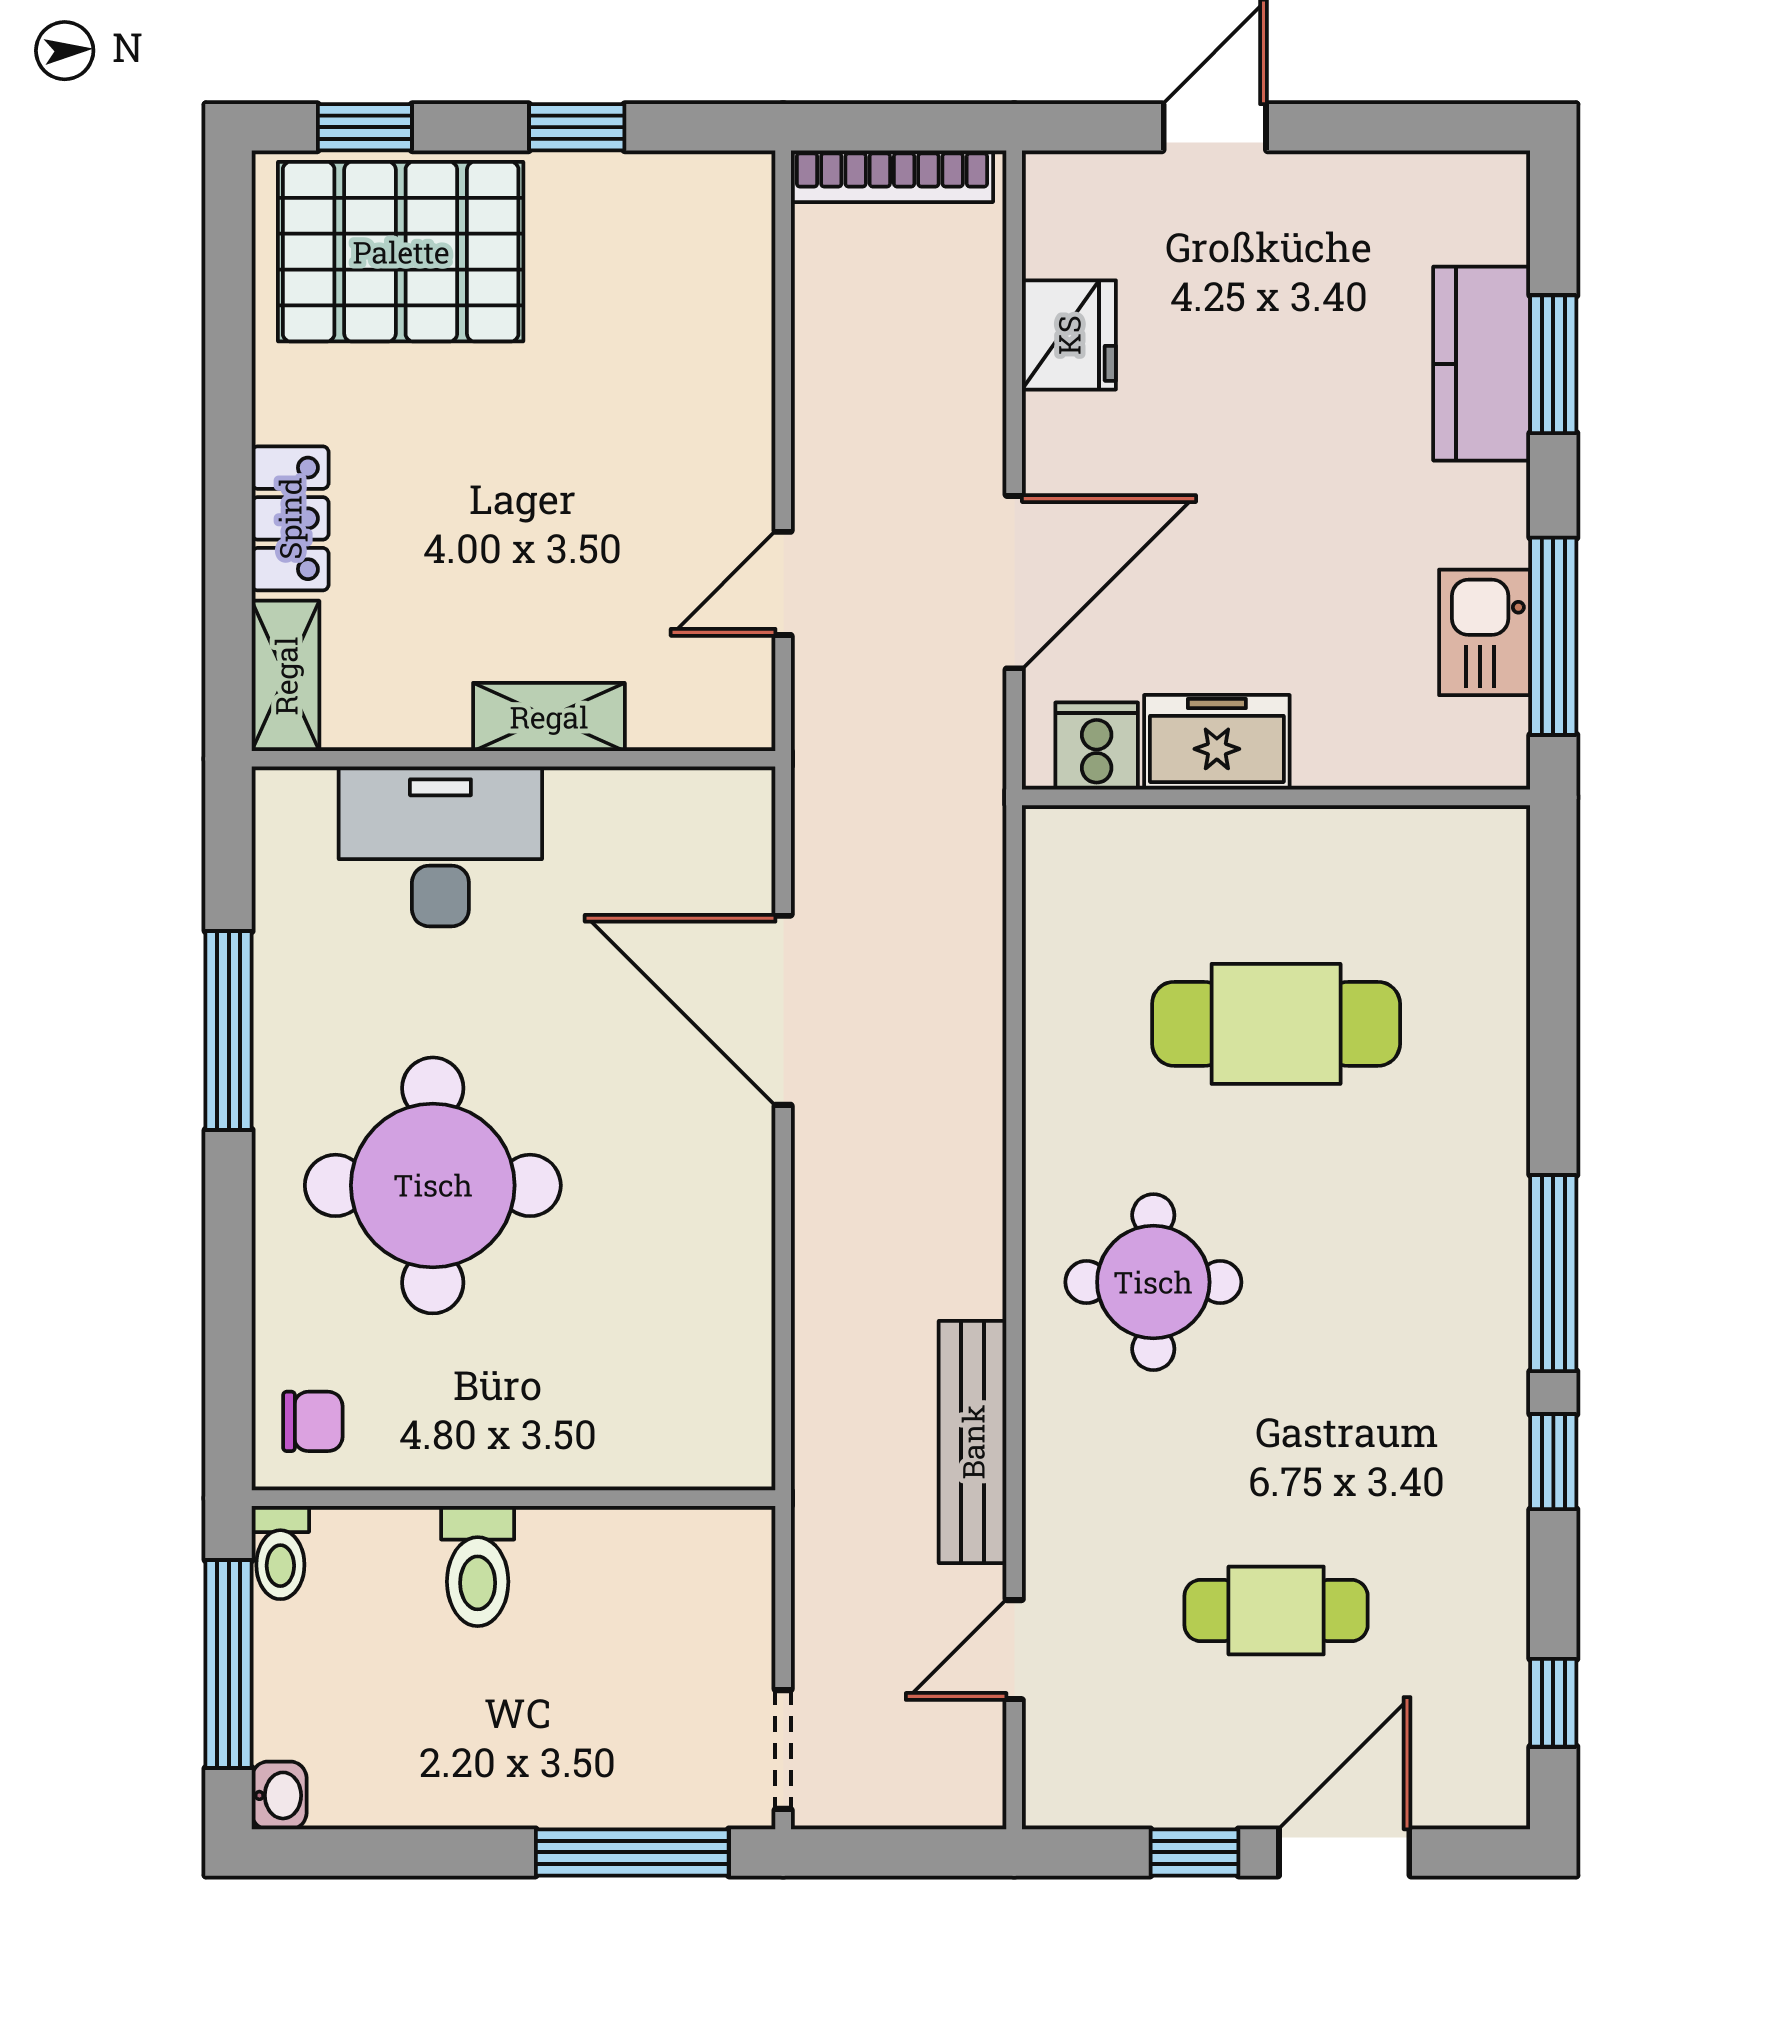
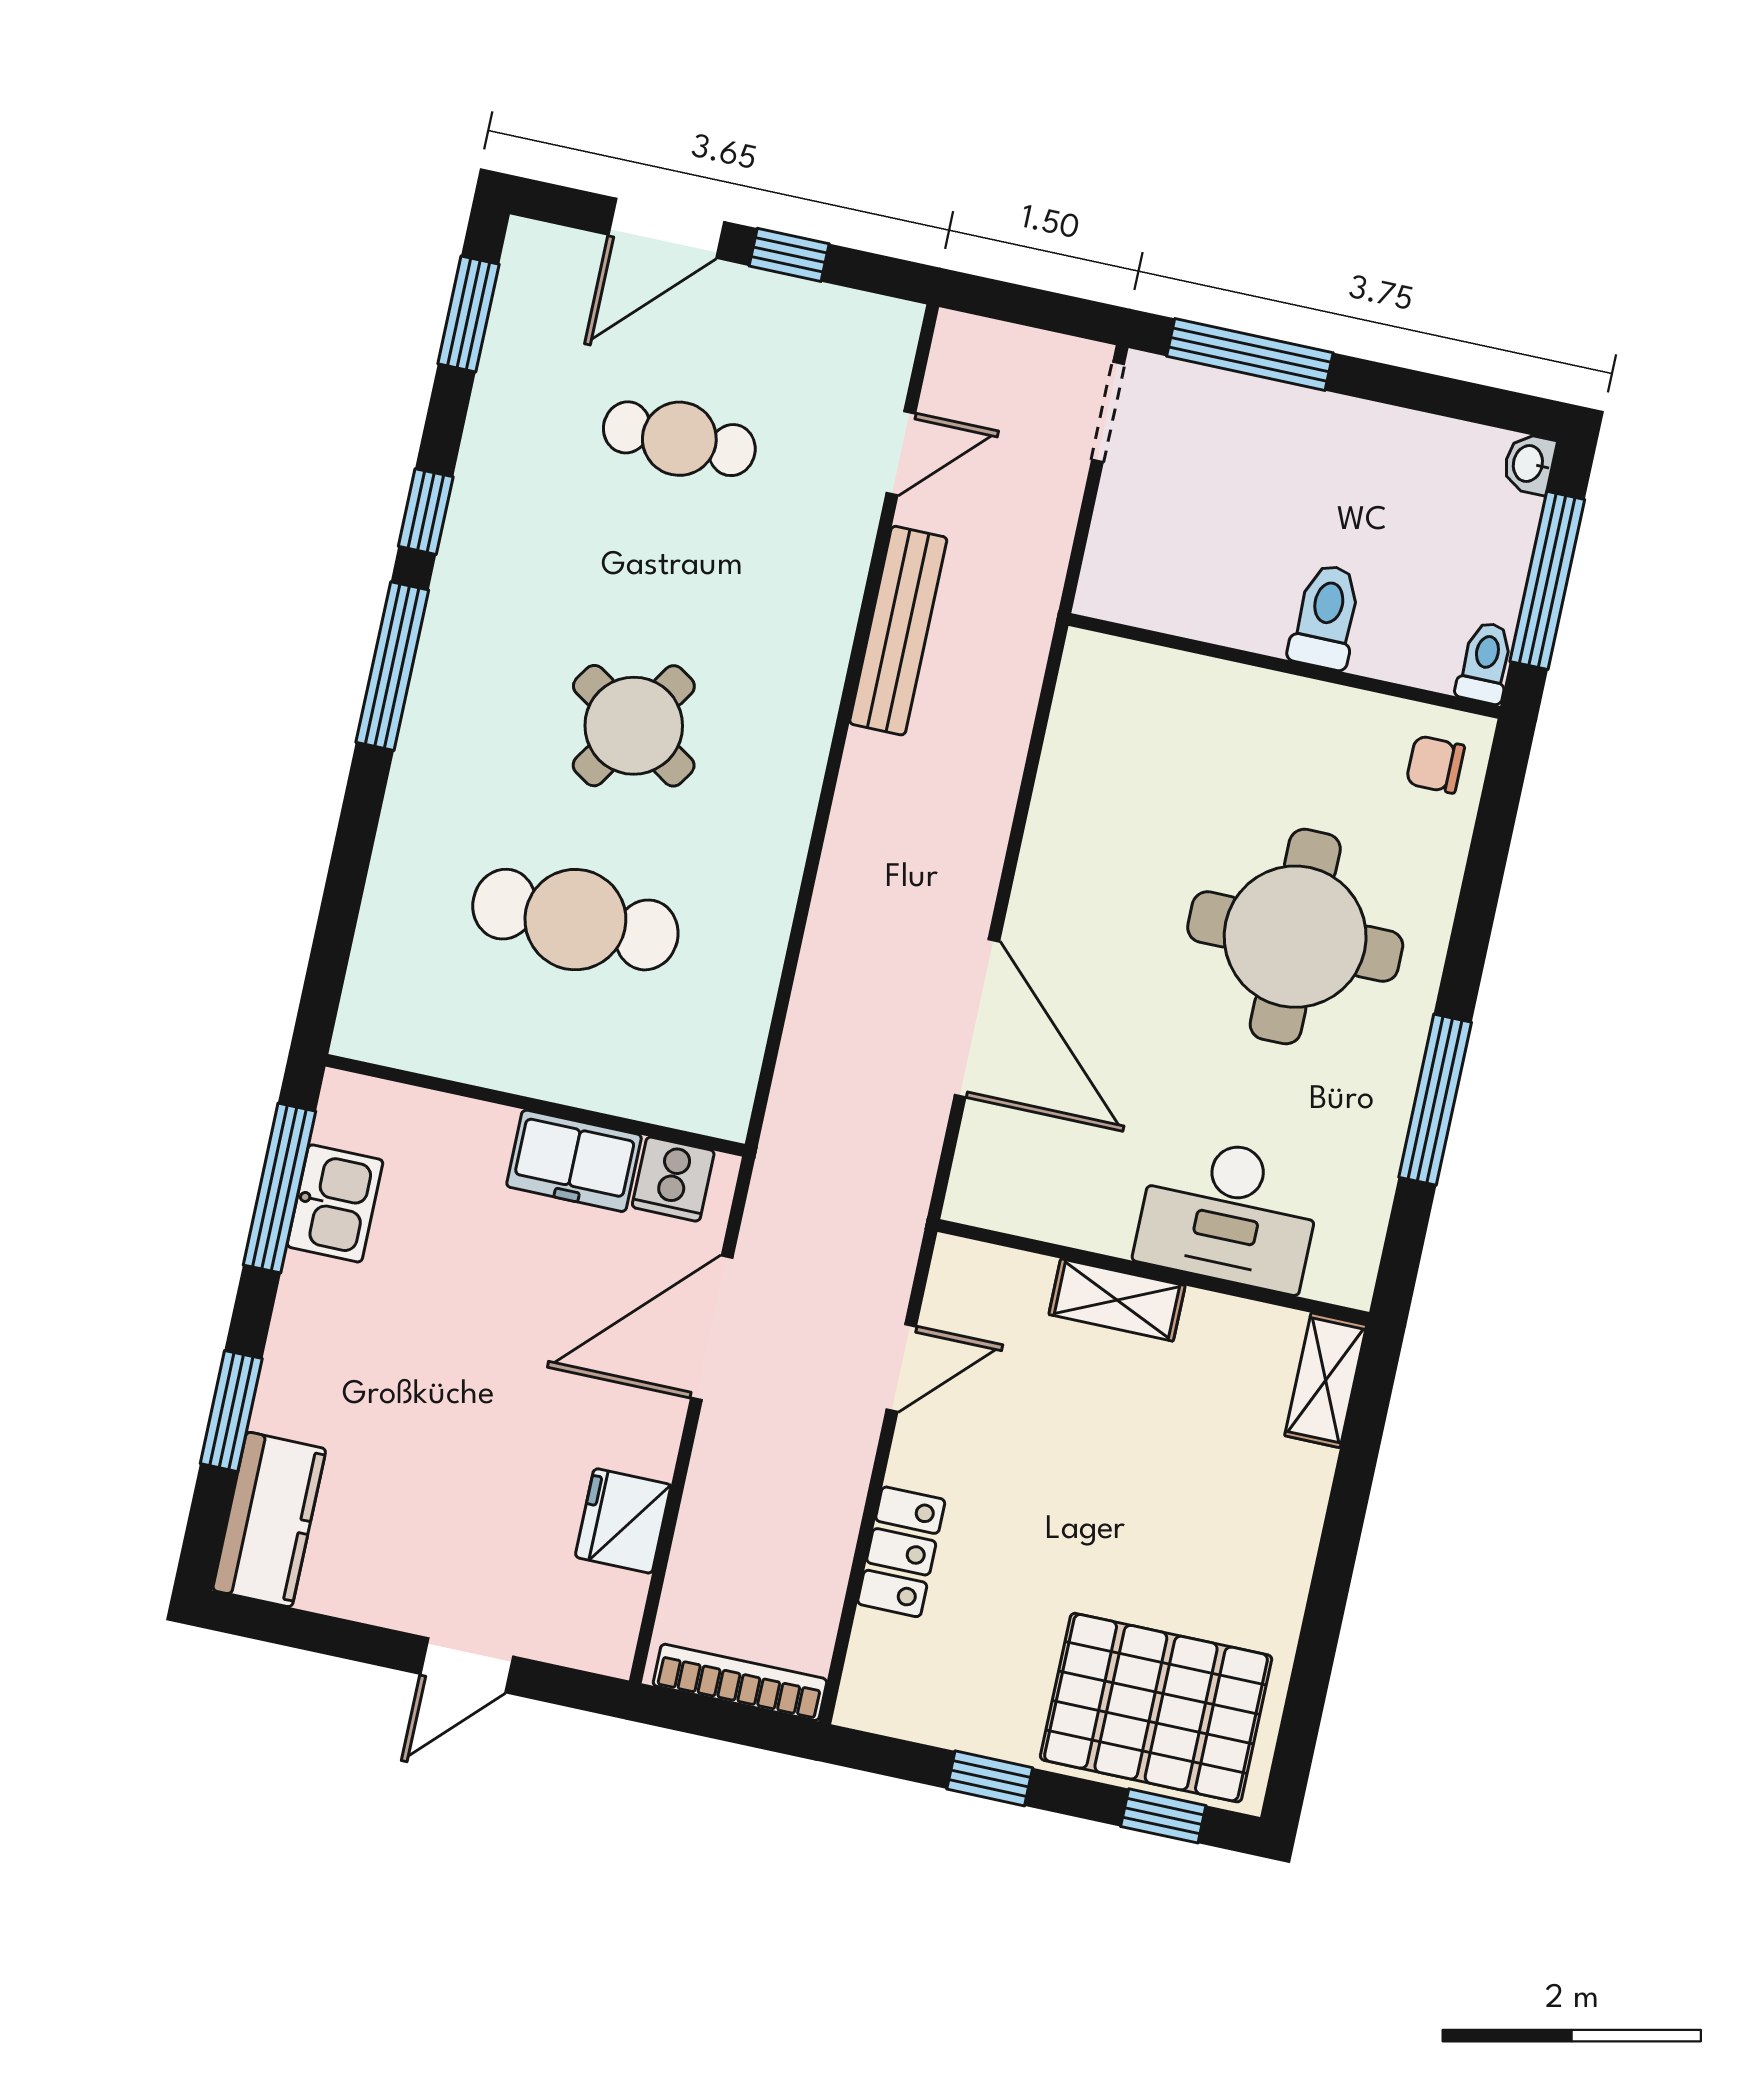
kitchen counter: (1482, 364) -> (269, 1520), moved
locker: (290, 518) -> (901, 1552), moved, turned 180
round table: (1153, 1282) -> (634, 726), moved, turned 33
window: (1553, 1703) -> (468, 314), width x1.50

